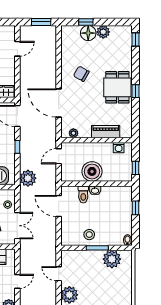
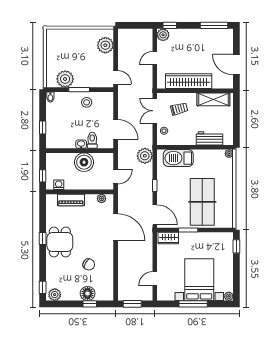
plant: (103, 32) -> (55, 295), moved
chair: (81, 74) -> (89, 264), moved
window: (135, 168) -> (43, 176), moved
door: (59, 274) -> (116, 77), moved

